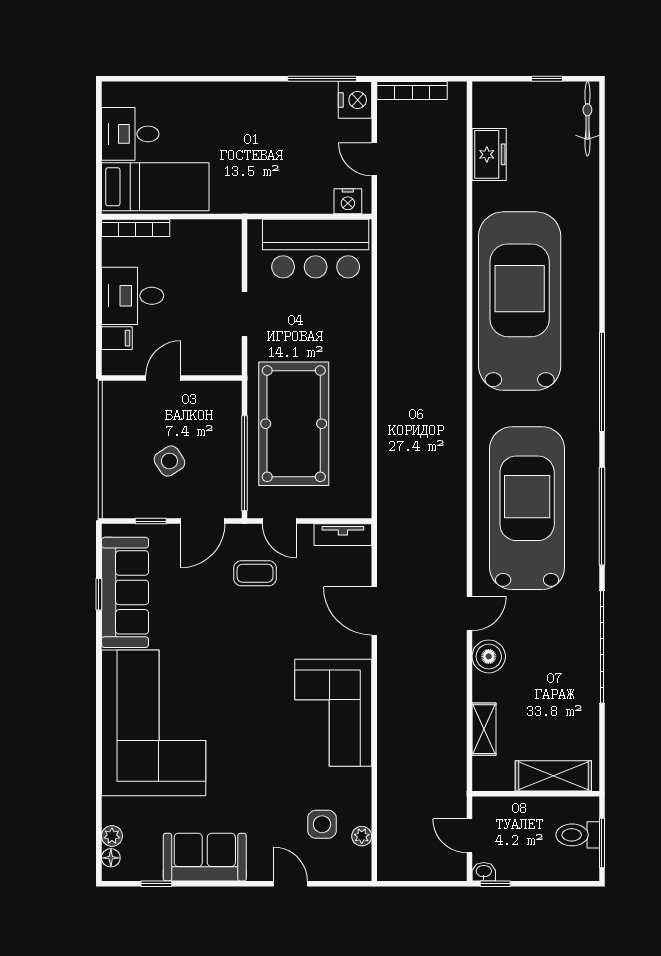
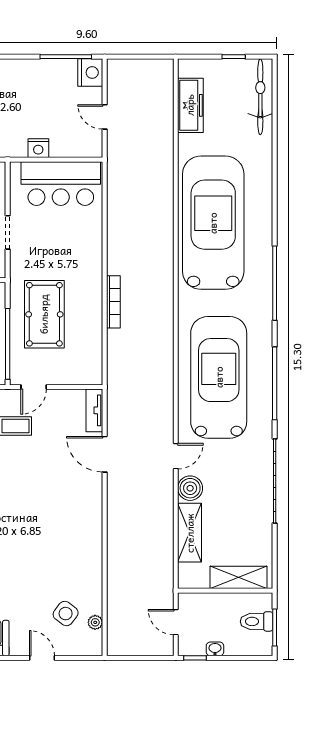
bookcase: (412, 90) -> (113, 302), moved, turned -90
bicycle: (587, 119) -> (260, 97), width x1.37, depth x1.40
freezer: (489, 154) -> (190, 105), width x1.40
nightstand: (348, 201) -> (38, 148), moved
pool table: (294, 424) -> (44, 314), width x0.73, depth x0.76
door: (279, 521) -> (34, 387), hinge flipped
tv unit: (343, 535) -> (94, 410), moved, turned 90
corner sofa: (333, 713) -> (74, 530), removed
shelving: (484, 729) -> (190, 533), width x1.50, depth x1.33
side table: (322, 824) -> (66, 614), turned 37
washbasin: (484, 872) -> (215, 649), moved

